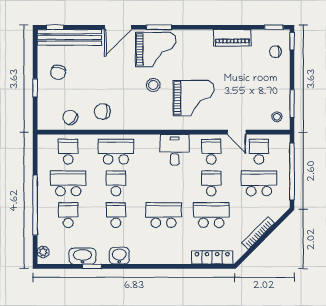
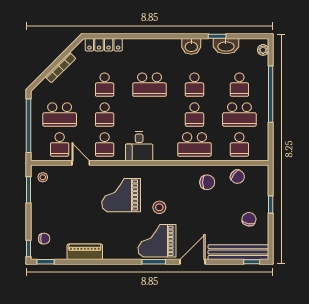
school desk: (211, 215) -> (105, 85), width x0.54

